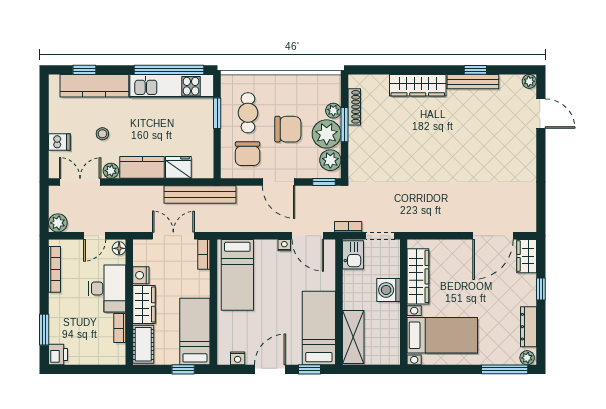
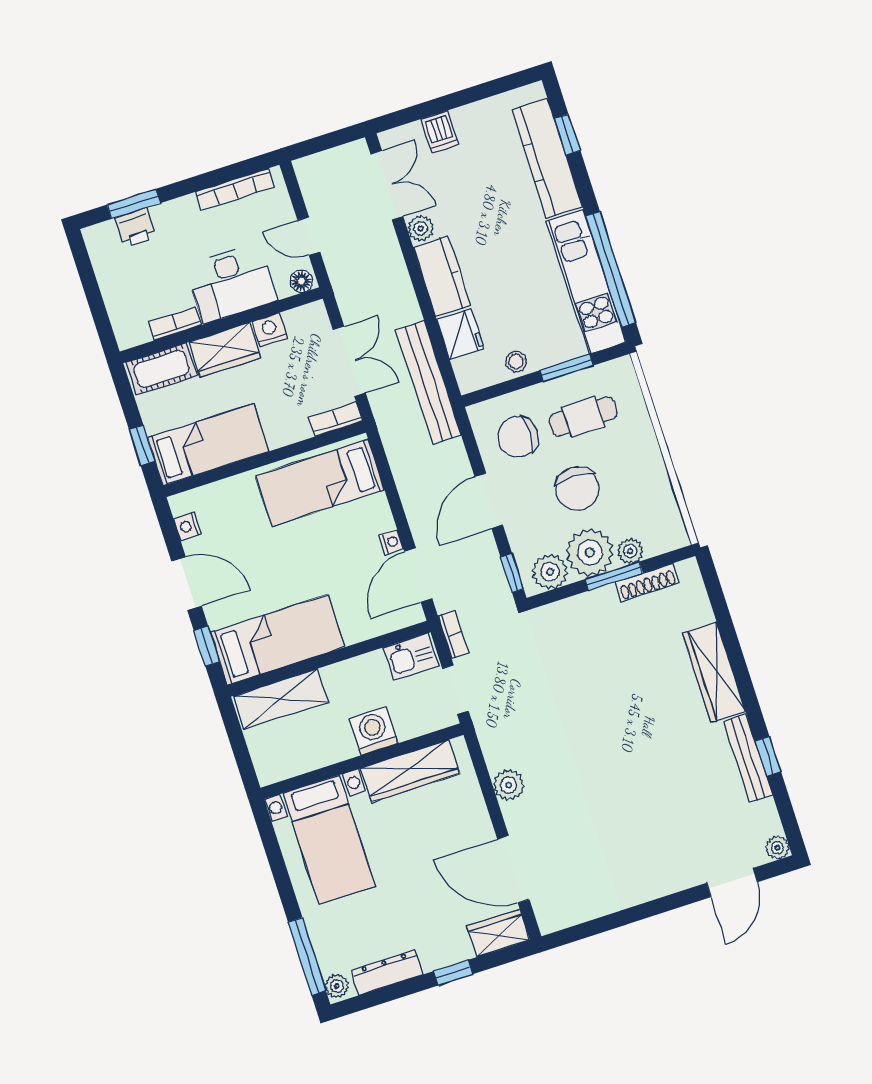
stool: (102, 134) -> (516, 361), moved
plant: (58, 223) -> (509, 785), moved
printer: (58, 355) -> (136, 228), moved

